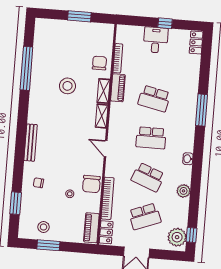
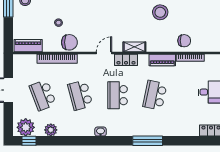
shelving: (104, 91) -> (158, 47), removed
school desk: (148, 177) -> (80, 95), turned -36
chair: (91, 184) -> (69, 42), turned 180
plant: (184, 191) -> (51, 130), moved
locker: (106, 232) -> (126, 60), moved

